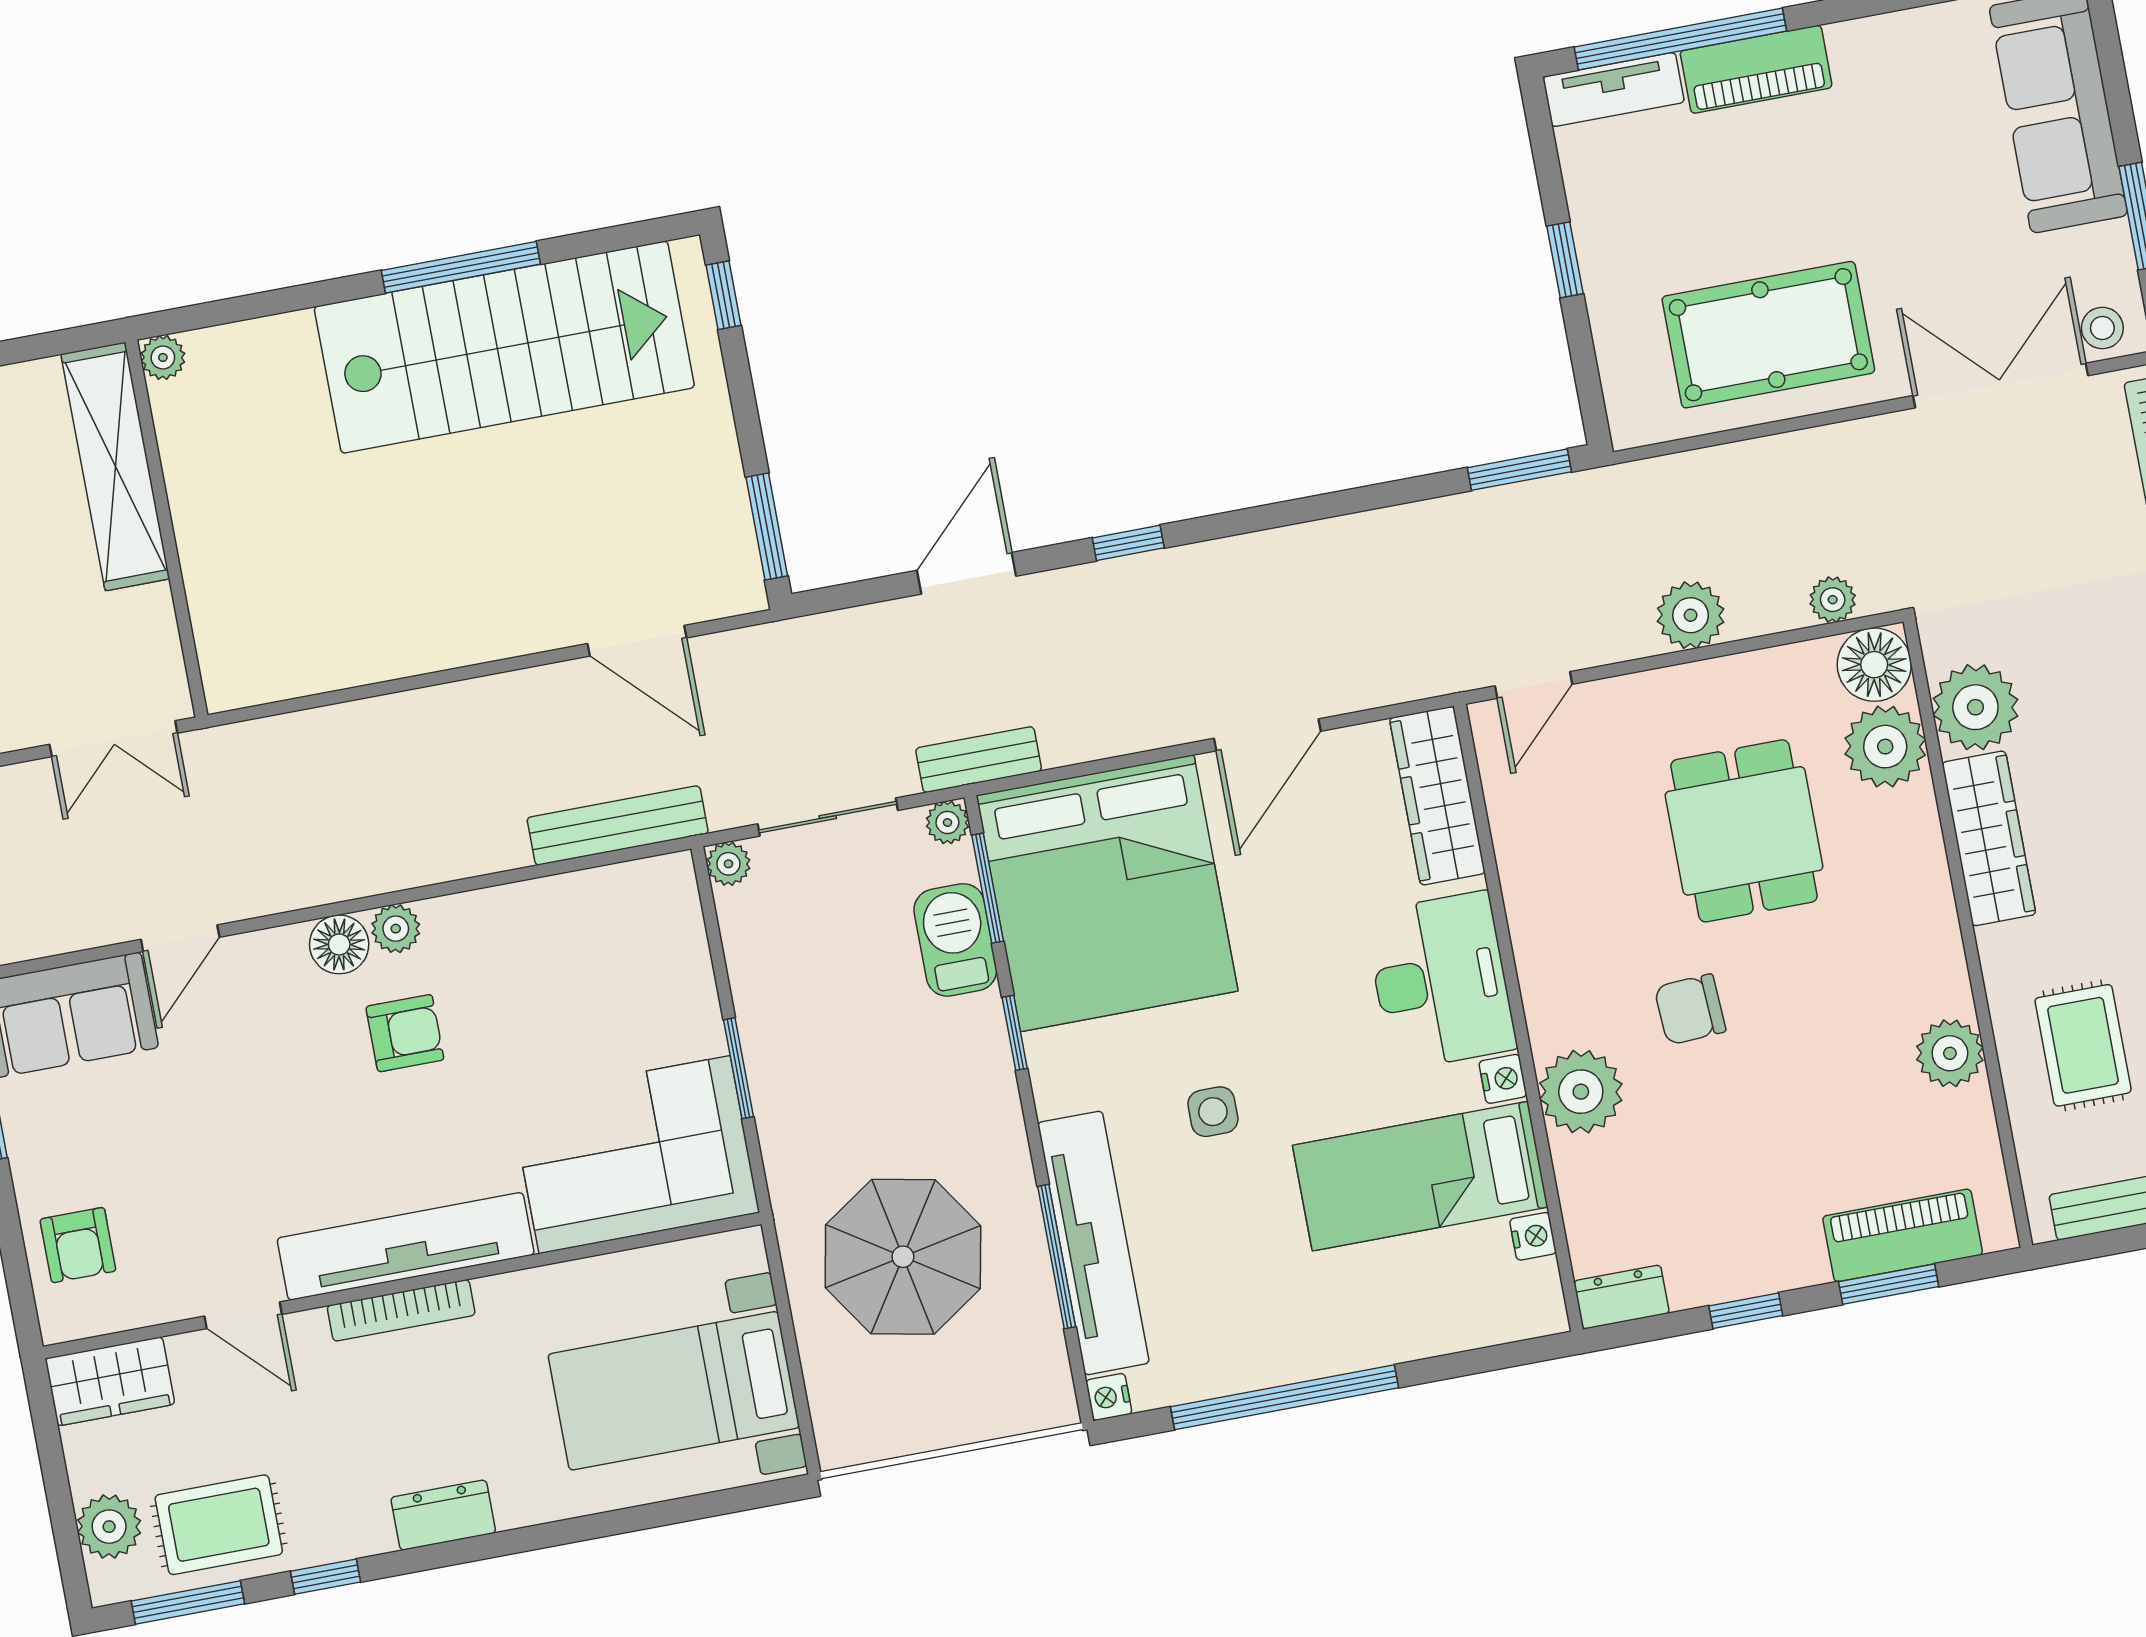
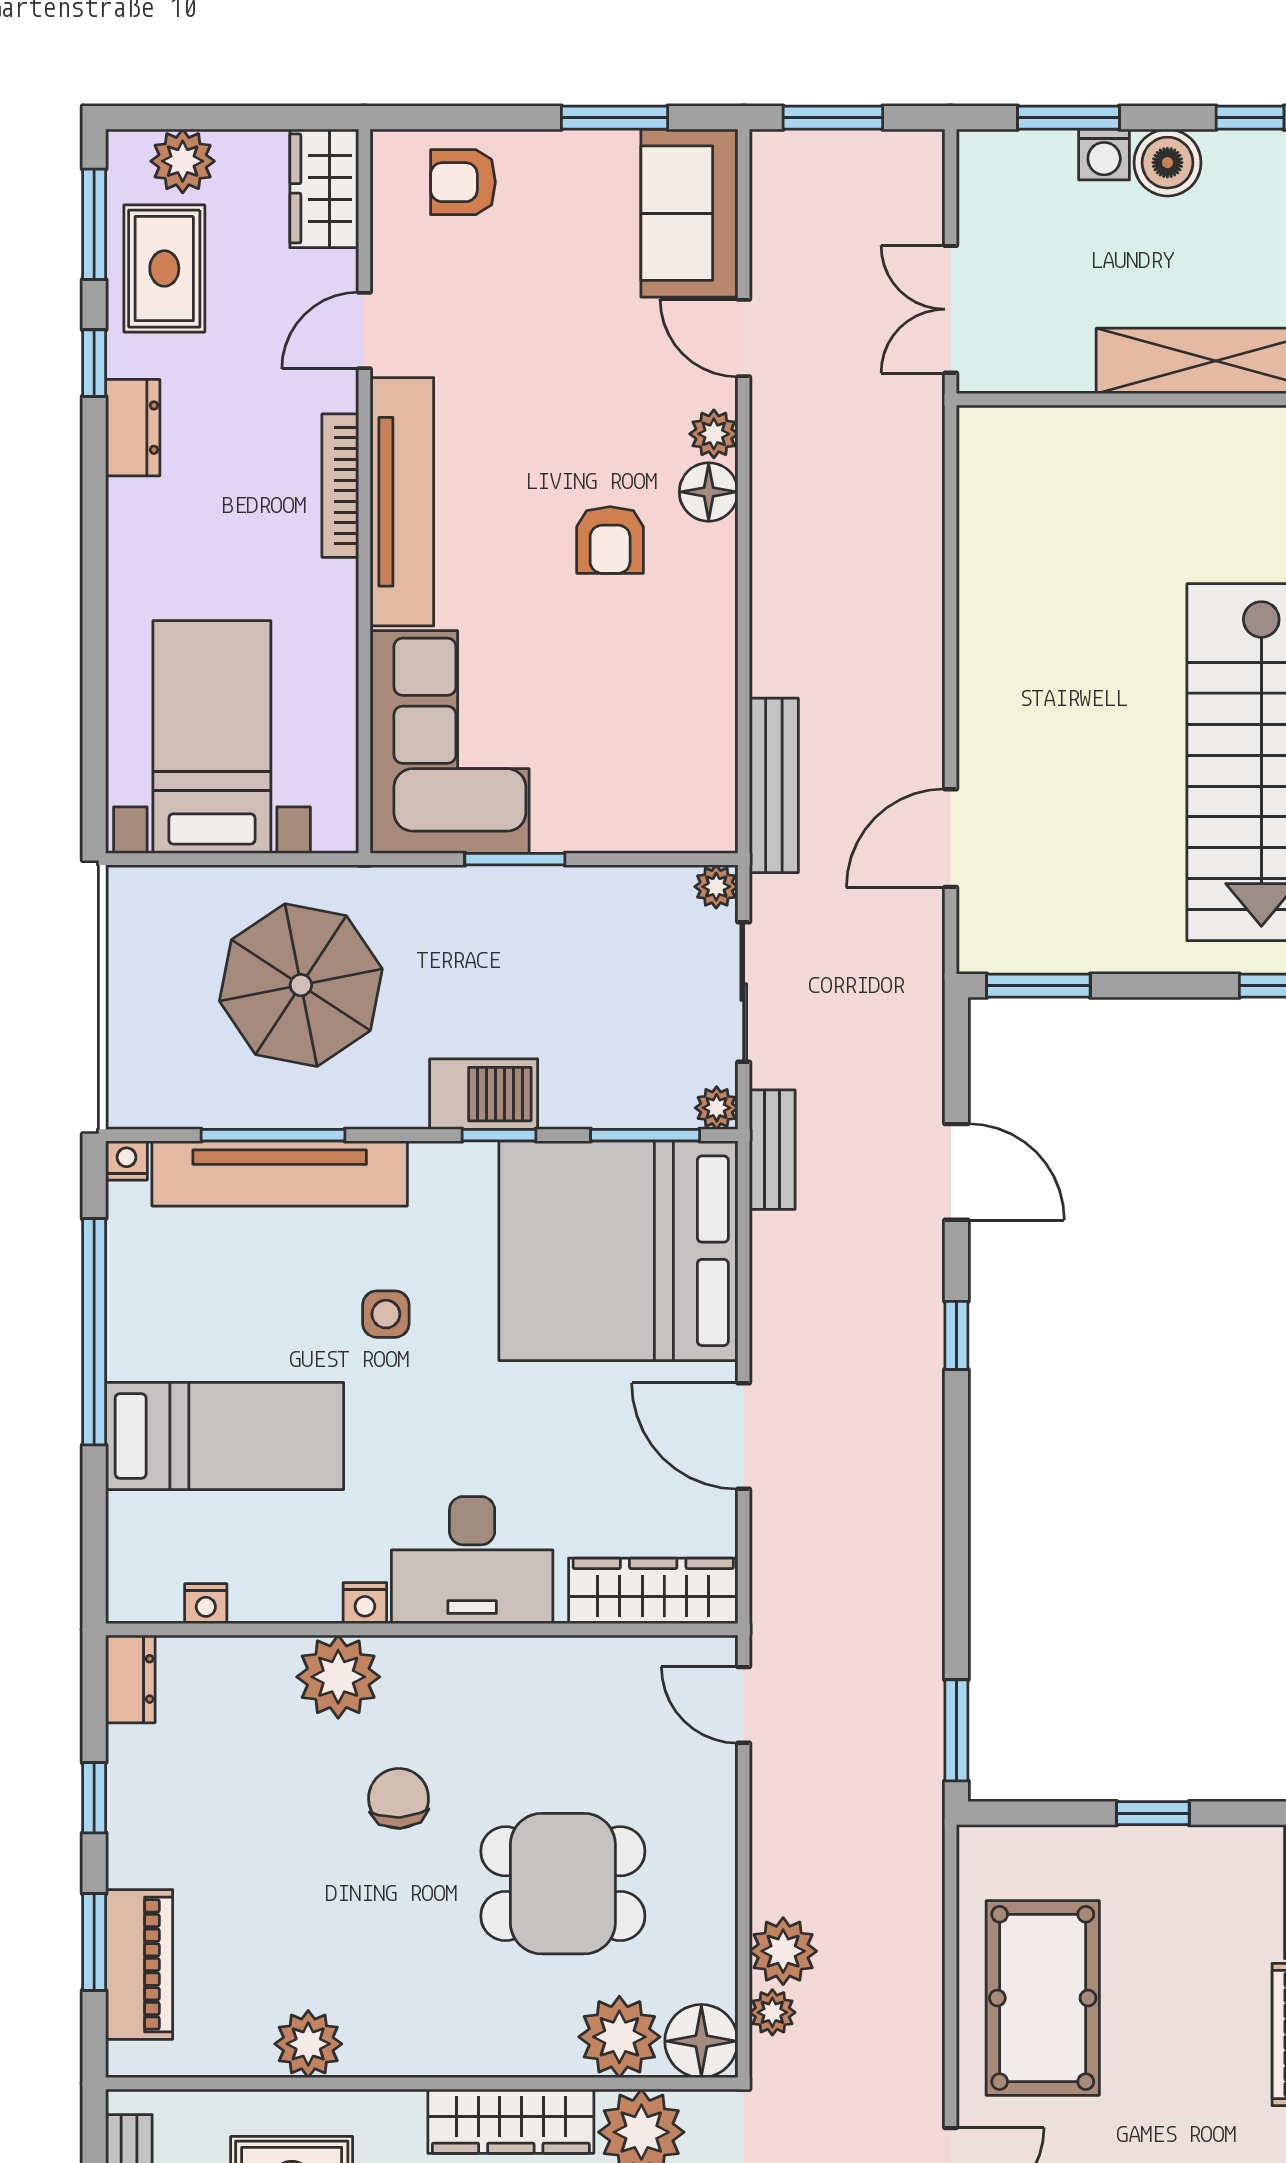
plant: (1691, 615) -> (783, 1951), moved
plant: (396, 929) -> (714, 434), moved
barbecue: (955, 940) -> (484, 1094), moved
bed: (1420, 1176) -> (225, 1436), moved, turned 90
dresser: (443, 1515) -> (133, 428), moved

